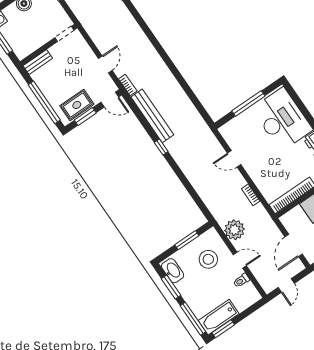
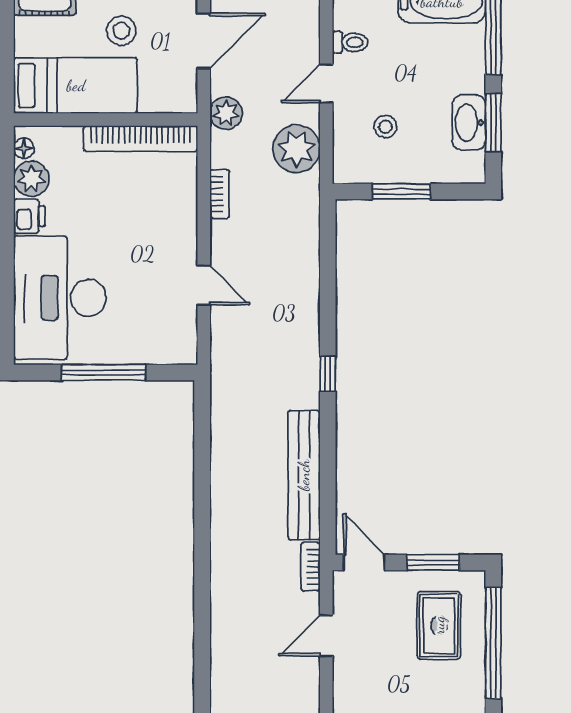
rug: (77, 105) -> (439, 625), moved, turned 90
window: (161, 147) -> (328, 374), moved
plant: (268, 225) -> (226, 113), added
stool: (208, 259) -> (386, 127), width x0.53, depth x0.53
door: (240, 260) -> (326, 84), hinge flipped
washbasin: (173, 271) -> (469, 123), moved

